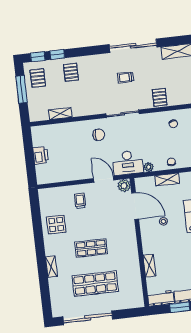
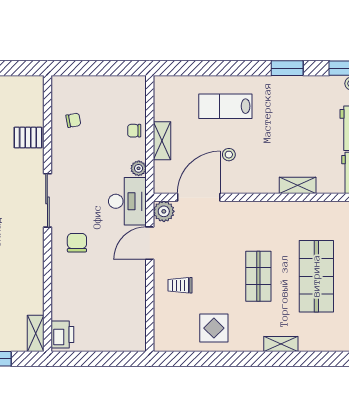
shelving: (60, 114) -> (36, 333), moved
printer: (41, 155) -> (62, 334), moved, turned 90

